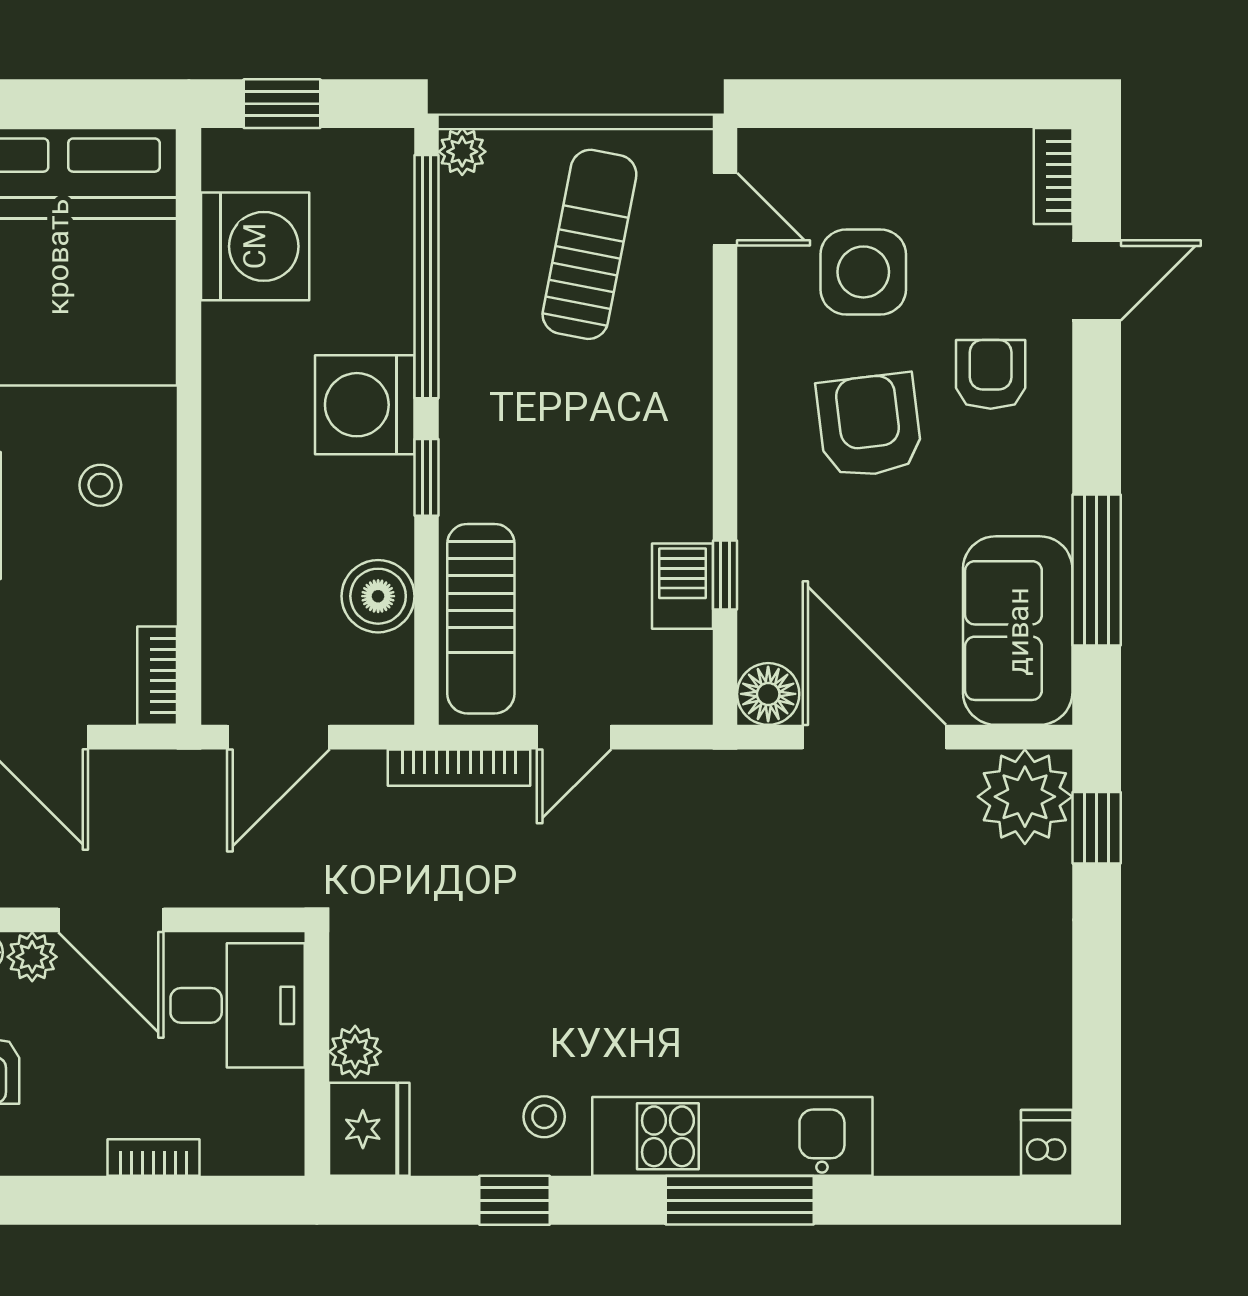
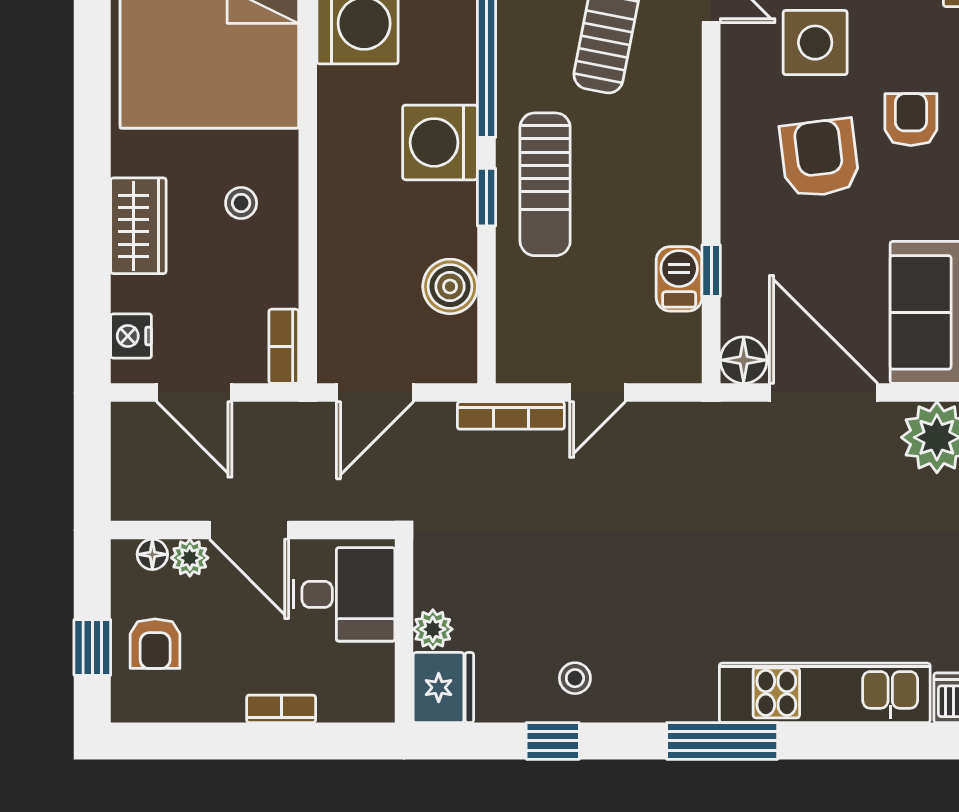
sun lounger: (481, 619) -> (545, 184), moved
kitchen unit: (732, 1136) -> (825, 693), moved

